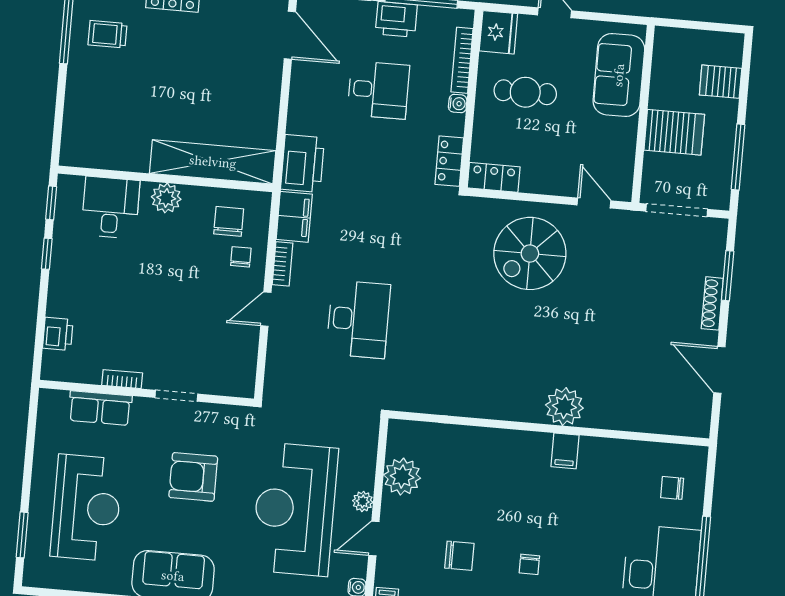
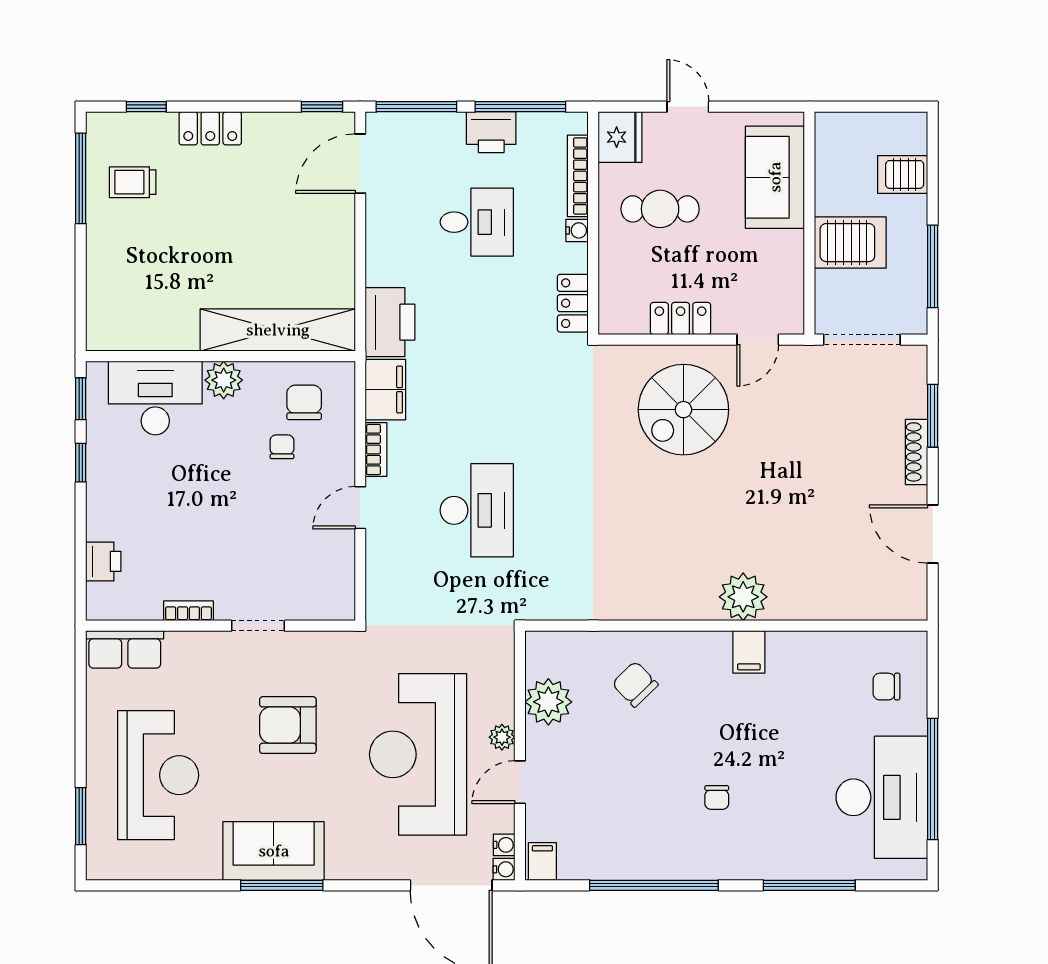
door: (290, 35) -> (360, 164), swing flipped
locker: (494, 177) -> (681, 319), moved
door: (594, 203) -> (758, 340), swing flipped
desk: (110, 208) -> (155, 398), width x1.37
chair: (241, 257) -> (282, 447), moved
row of seats: (100, 408) -> (125, 649), moved
chair: (459, 556) -> (635, 684), moved, turned -134

